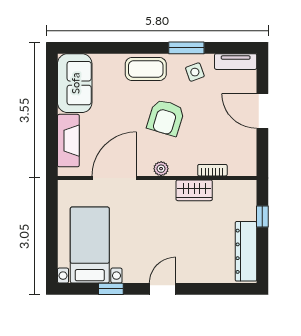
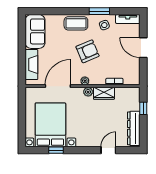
armchair: (166, 118) -> (88, 51), turned -130
plant: (167, 188) -> (88, 92), added
bed with nightstands: (90, 245) -> (50, 125), width x1.36
door: (163, 289) -> (108, 150), moved

